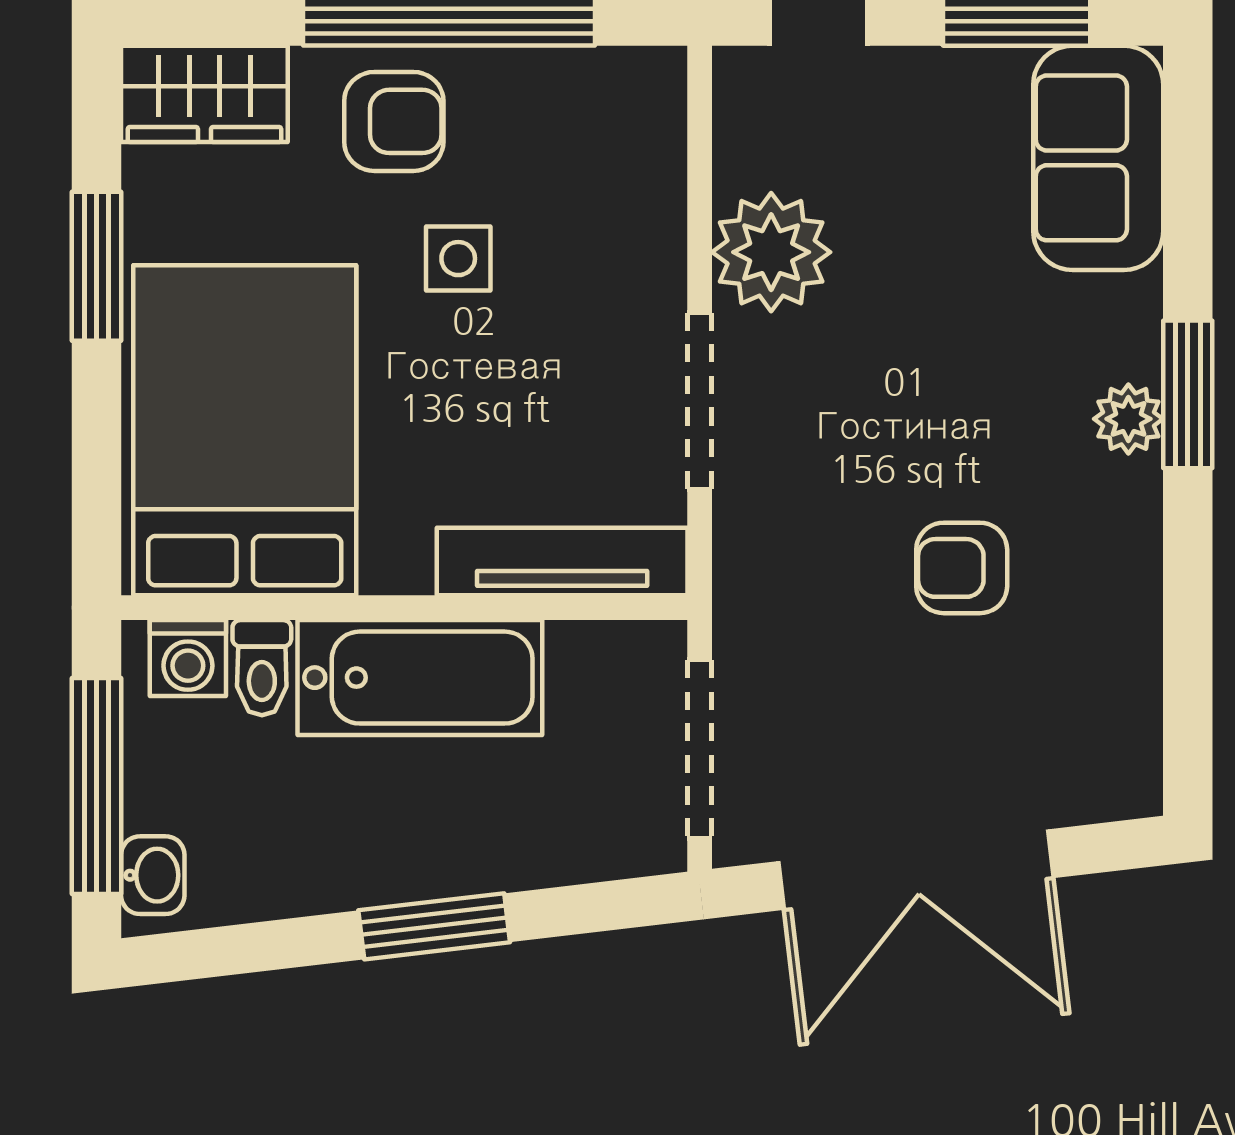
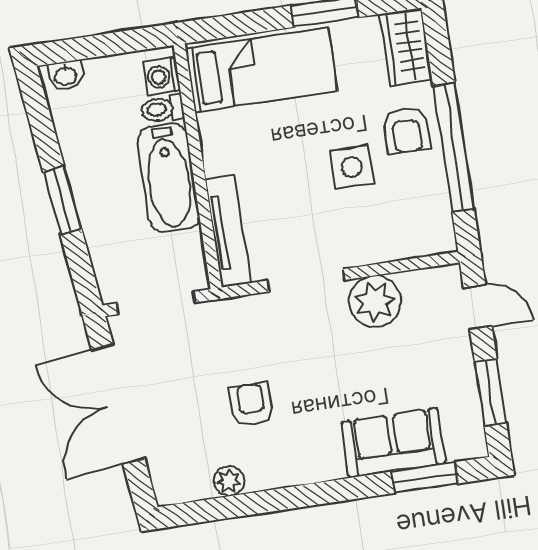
sofa: (1098, 158) -> (393, 443), moved
side table: (458, 259) -> (352, 167), width x1.37, depth x1.37
window: (1188, 394) -> (425, 478), moved
plant: (1128, 419) -> (229, 481), moved
bed: (245, 430) -> (261, 70), width x0.67
window: (97, 786) -> (101, 45), removed

